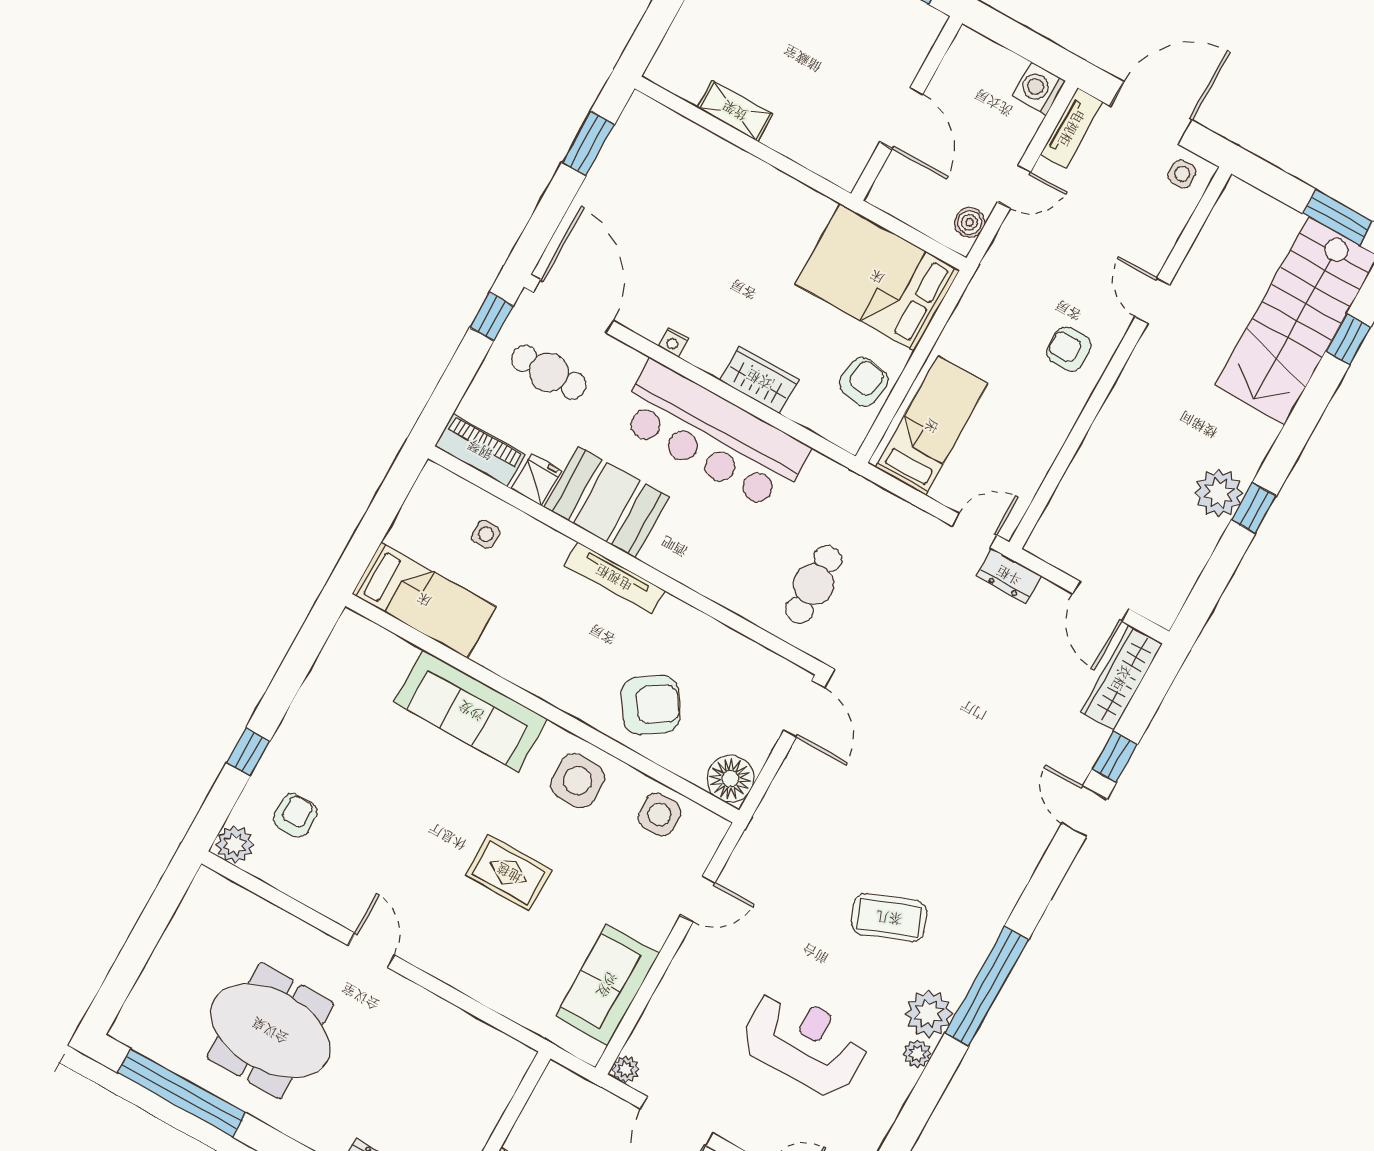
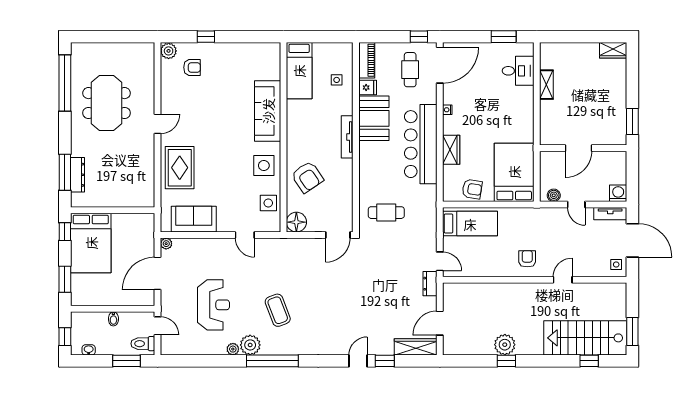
desk: (674, 153) -> (518, 71), added
rug: (509, 873) -> (180, 168), moved, width x1.36, depth x1.43

